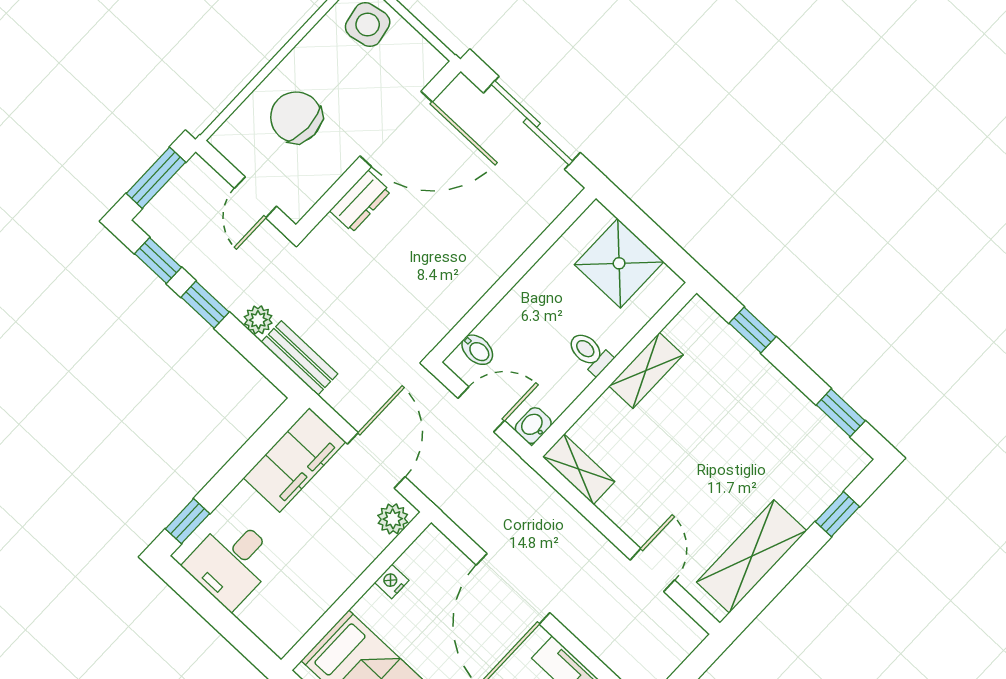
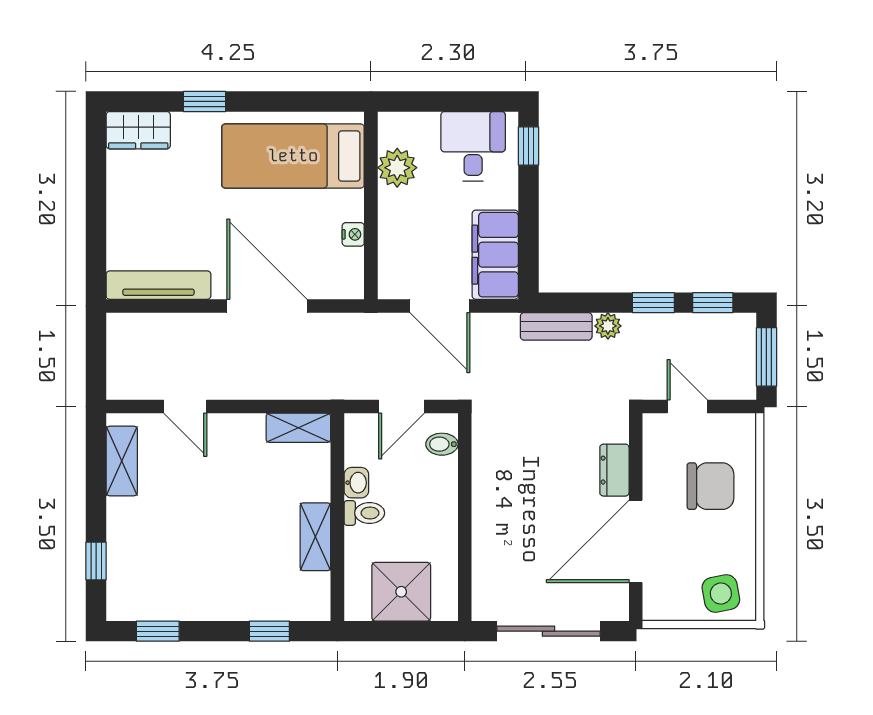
washbasin: (533, 426) -> (356, 483), moved
plant: (393, 519) -> (397, 168), moved, width x1.38, depth x1.38
shelving: (752, 556) -> (122, 461), width x0.67, depth x0.75

